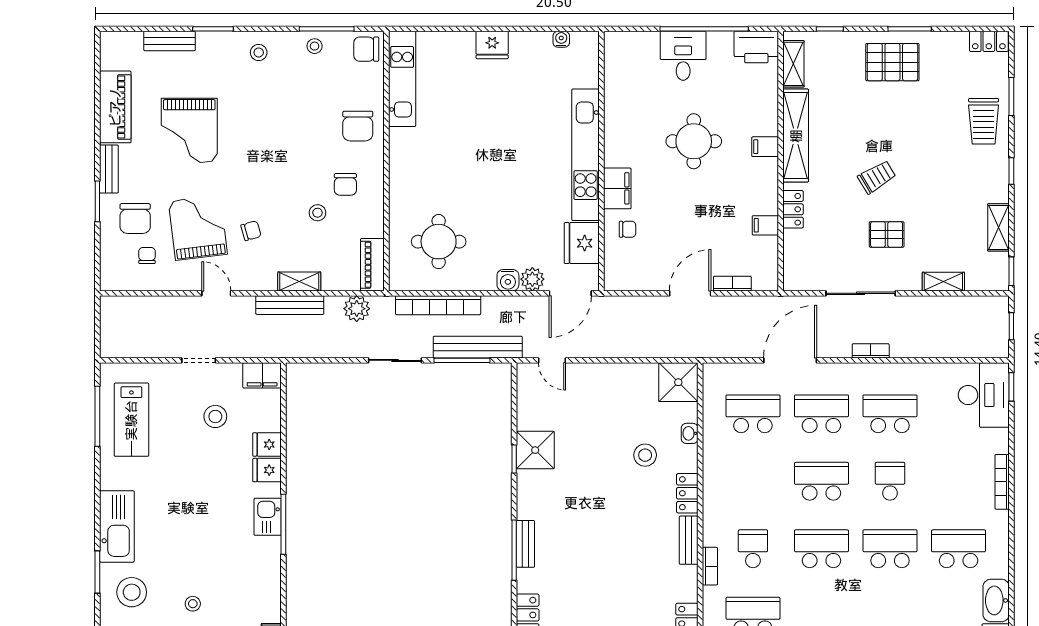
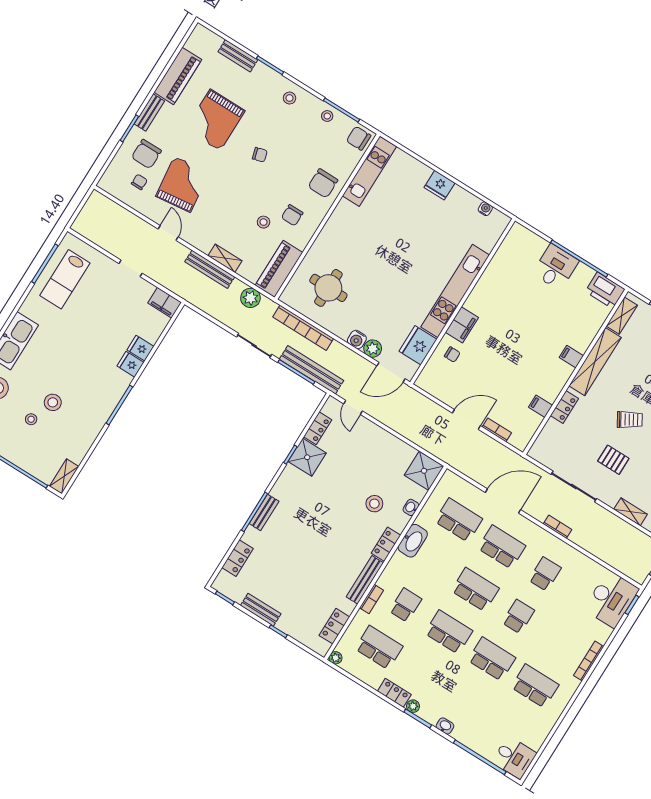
round table: (694, 141) -> (529, 325), removed
chair: (251, 231) -> (260, 155), moved
piano: (372, 265) -> (279, 269), width x1.37, depth x1.33
locker: (526, 409) -> (318, 428), added
school desk: (890, 414) -> (545, 574), width x0.54
stool: (215, 416) -> (53, 402), moved
kitchen sink: (268, 517) -> (112, 394), removed
bench: (689, 540) -> (365, 580), width x1.36
washbasin: (996, 600) -> (413, 541), moved, turned 180

